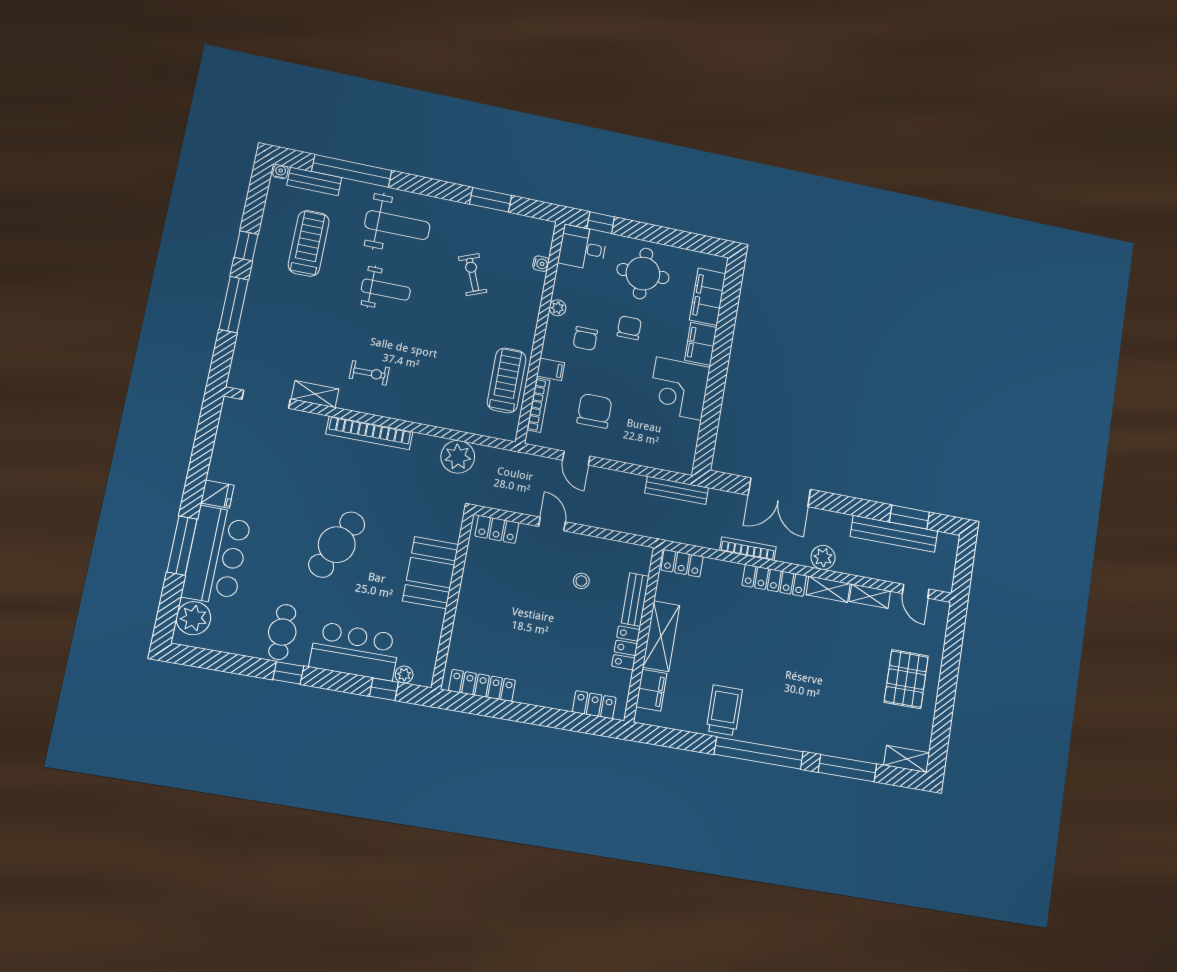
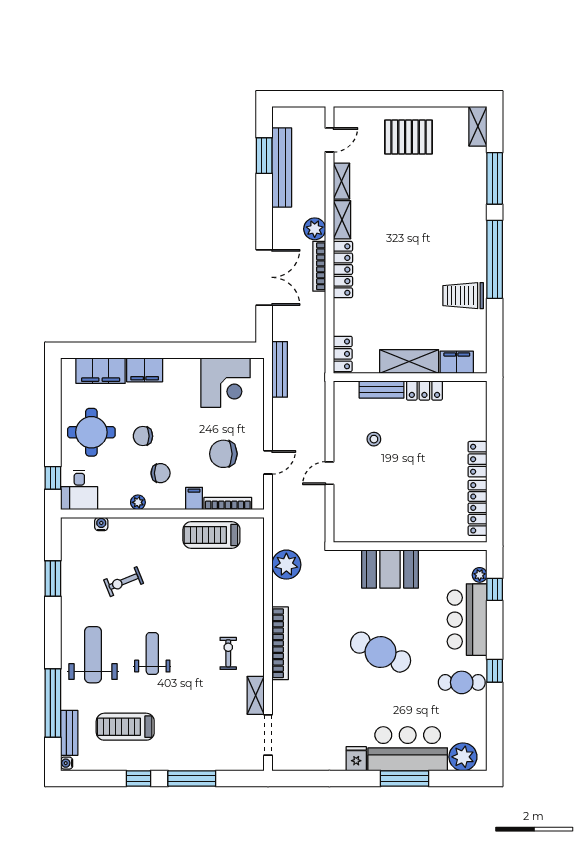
corner desk: (679, 389) -> (225, 383), moved
locker: (497, 529) -> (343, 520), removed
bookcase: (748, 549) -> (319, 266), moved
locker: (594, 705) -> (477, 459), moved

